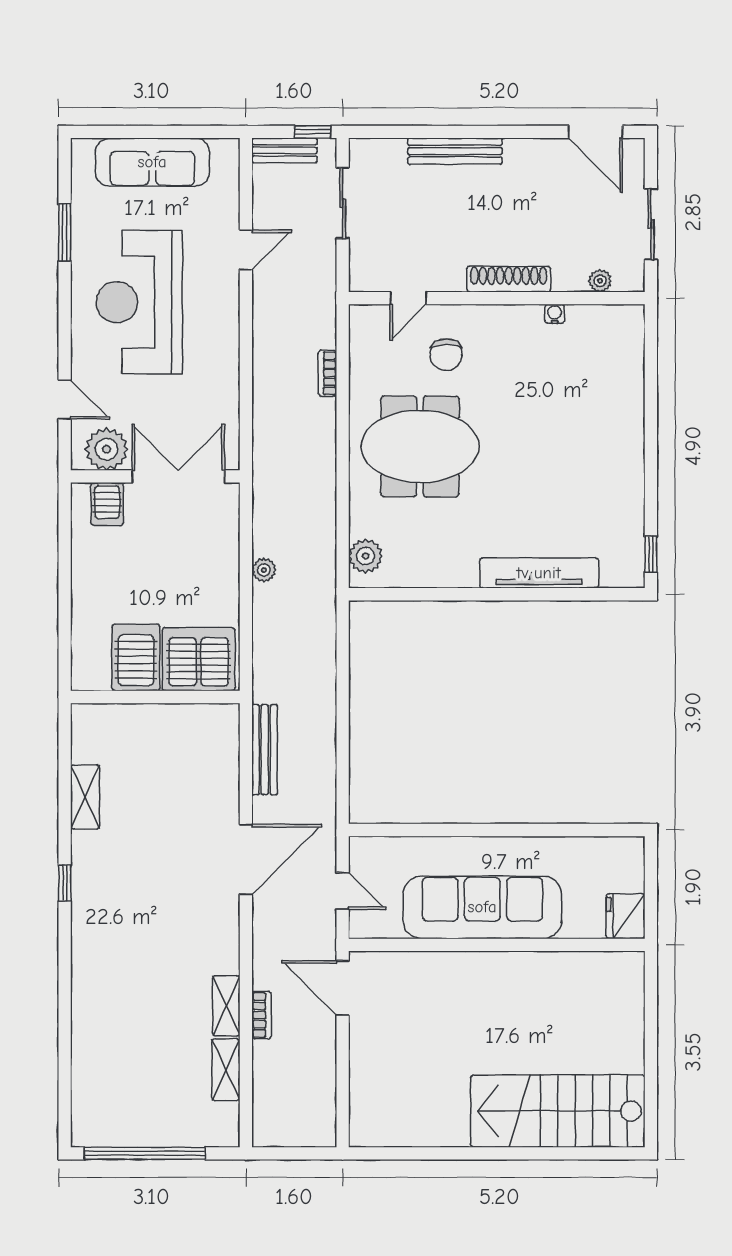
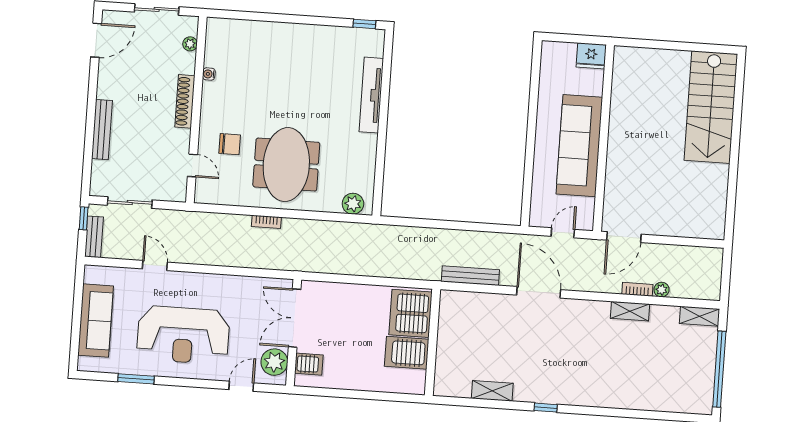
bookcase: (327, 373) -> (266, 222), moved
plant: (264, 570) -> (662, 290), moved
shelving: (226, 1070) -> (700, 316), moved

